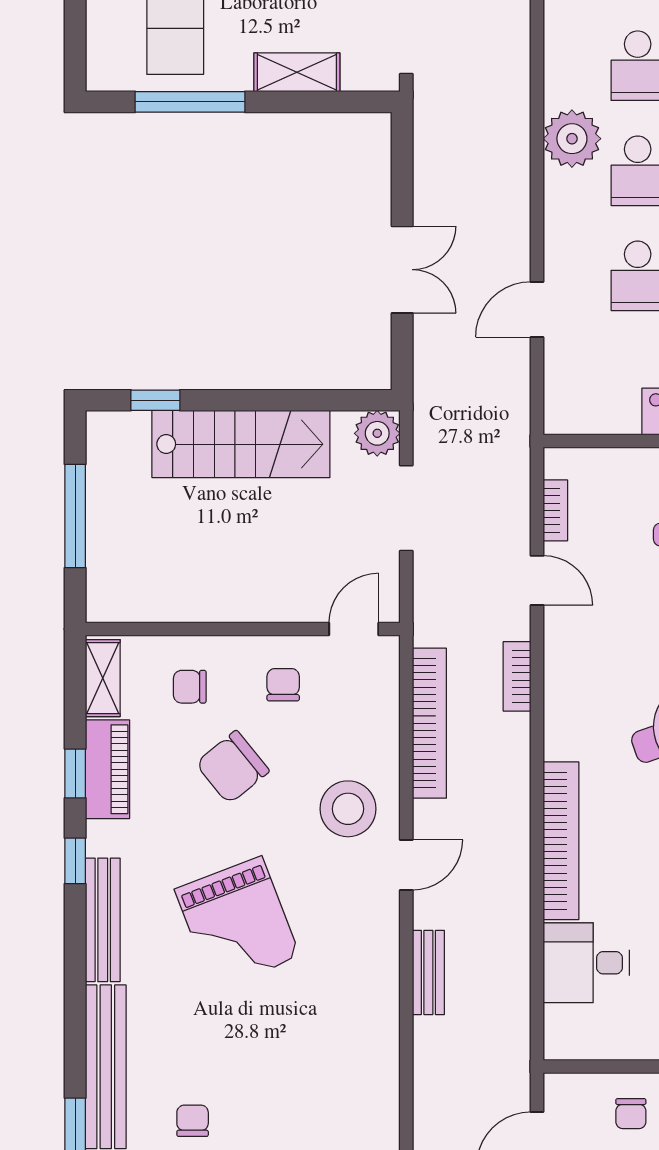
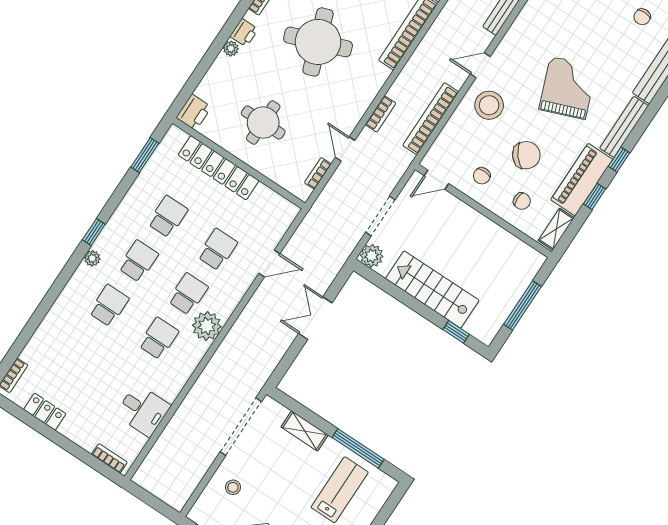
piano: (107, 769) -> (582, 180), width x1.37, depth x1.33

